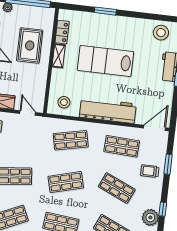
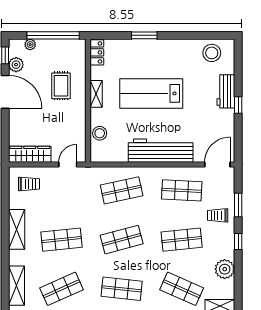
locker: (62, 32) -> (97, 52), moved
rug: (30, 45) -> (61, 86), width x0.73, depth x0.70
stool: (64, 102) -> (100, 133), moved
door: (28, 113) -> (68, 165), hinge flipped
shop shelf: (117, 188) -> (182, 240), turned -30
window: (163, 209) -> (238, 242), moved

